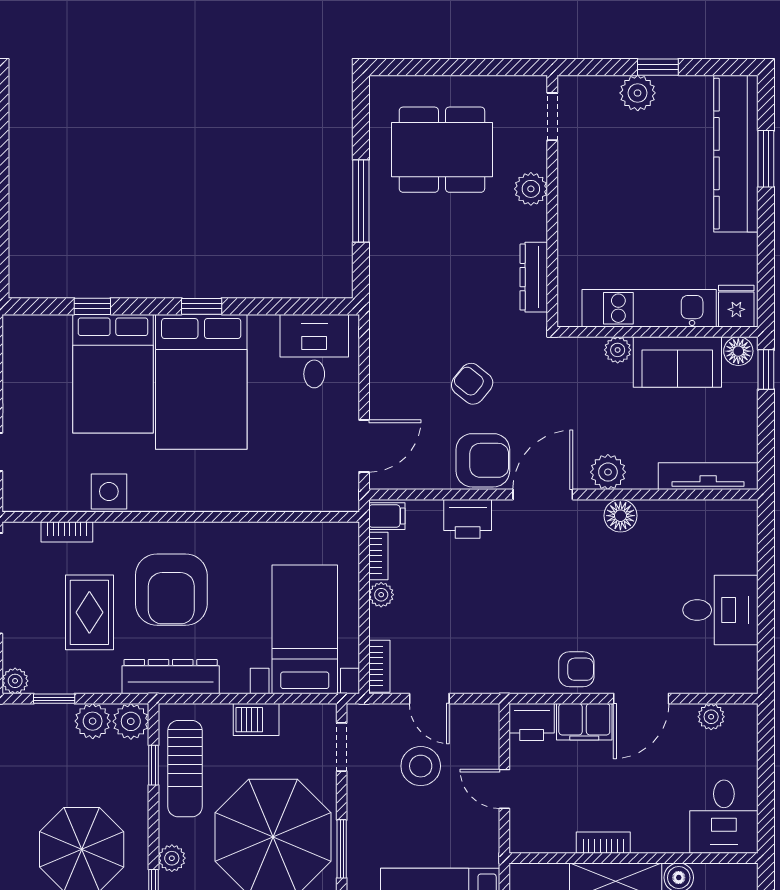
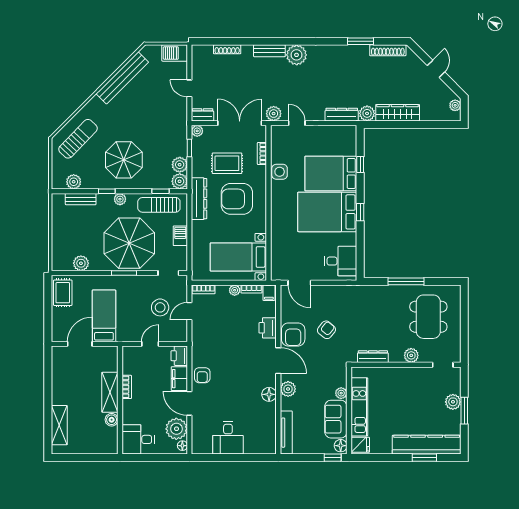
window: (658, 67) -> (464, 411), width x1.50
bed with nightstands: (305, 629) -> (238, 257), moved, turned 180
floor lamp: (738, 715) -> (182, 446), added
plant: (711, 717) -> (176, 429), width x1.88, depth x1.88

